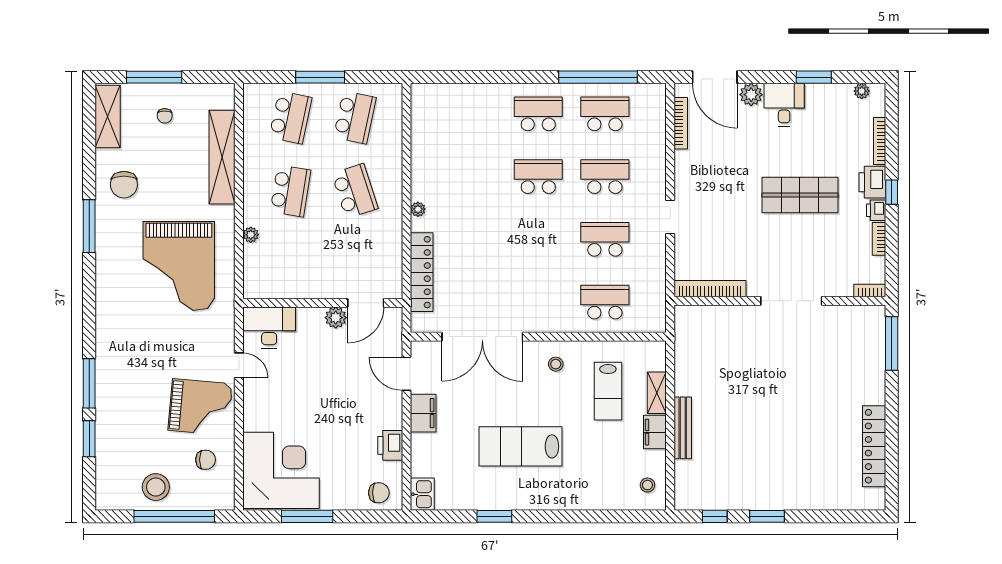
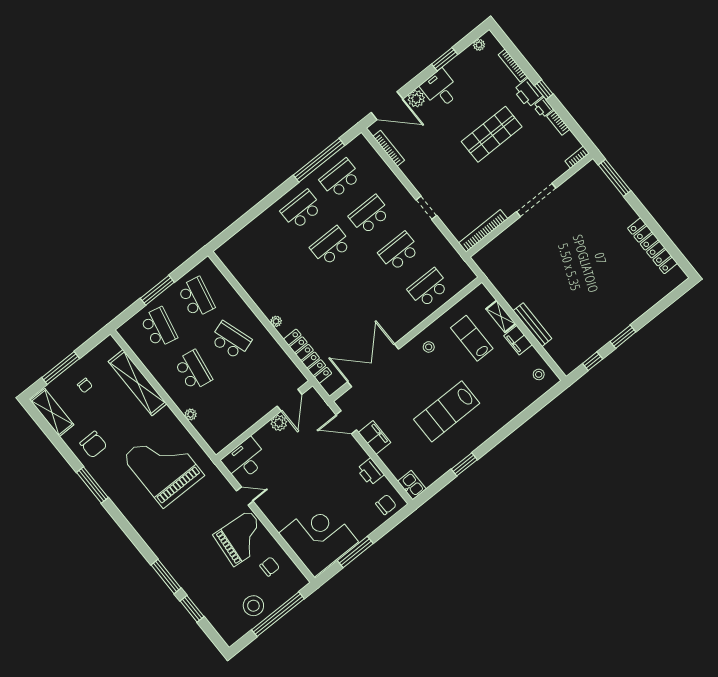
grand piano: (179, 266) -> (163, 466), turned 180
double door: (482, 337) -> (373, 365), swing flipped
lab bench: (608, 391) -> (472, 338), turned 180

